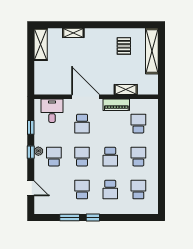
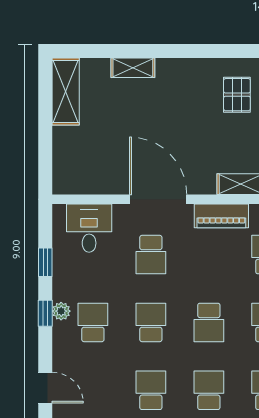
school desk: (110, 190) -> (209, 390), turned 180

